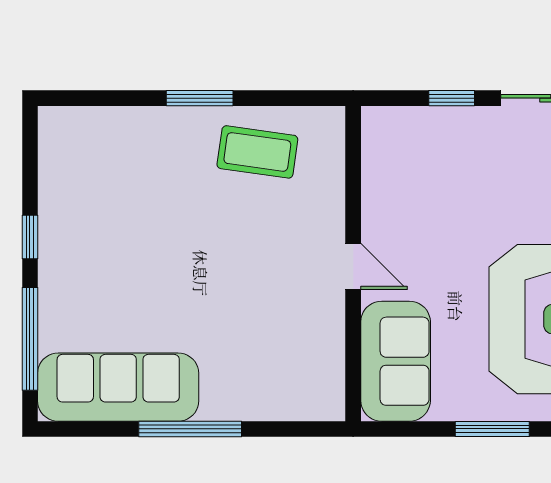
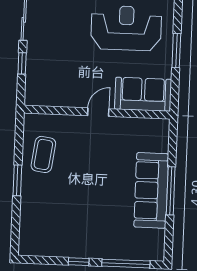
sofa: (118, 387) -> (151, 190), moved

